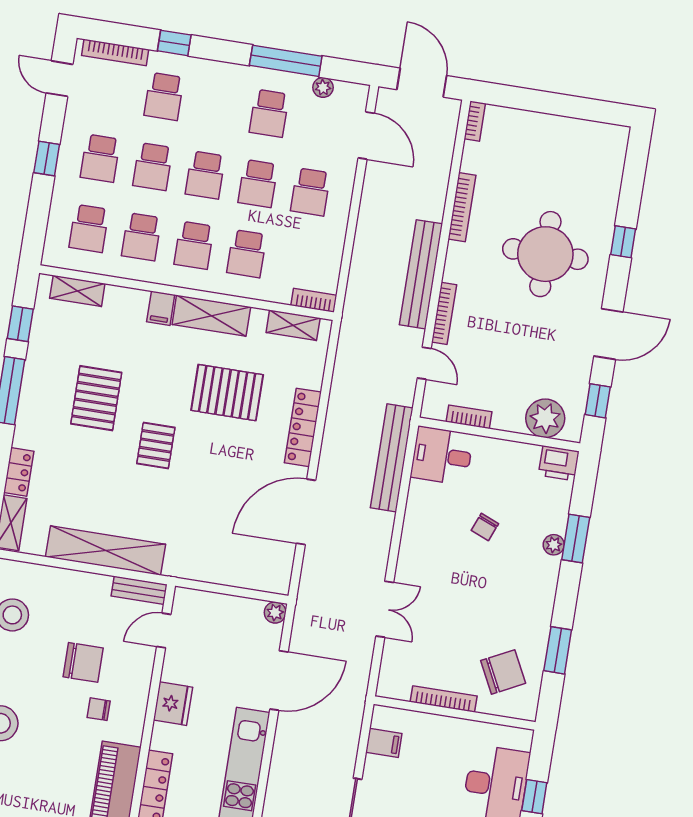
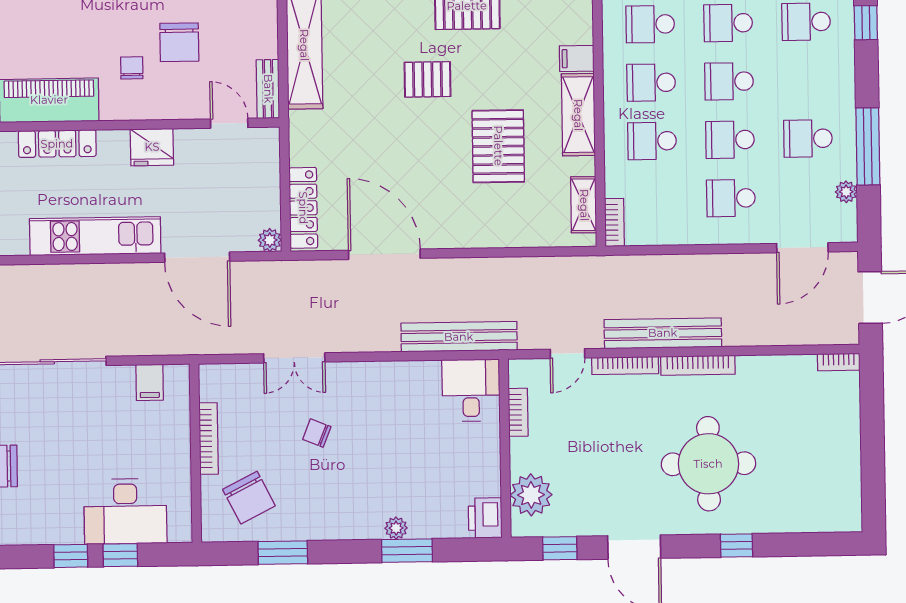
bookcase: (462, 207) -> (698, 365), moved
locker: (303, 427) -> (303, 208), moved, turned 90
chair: (485, 527) -> (317, 433), moved

